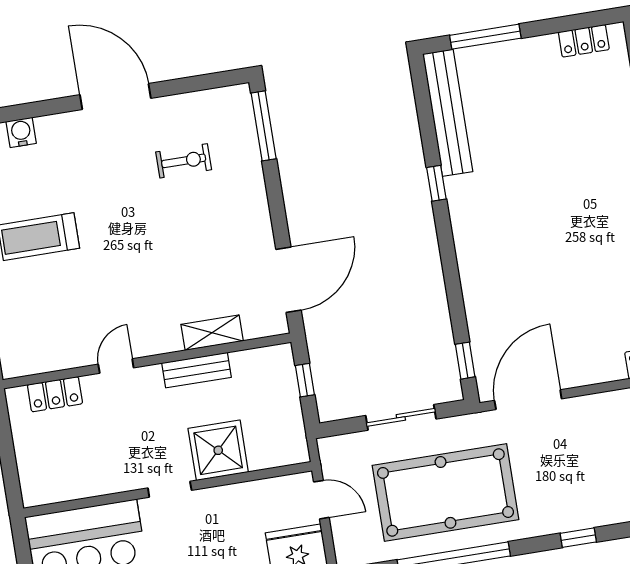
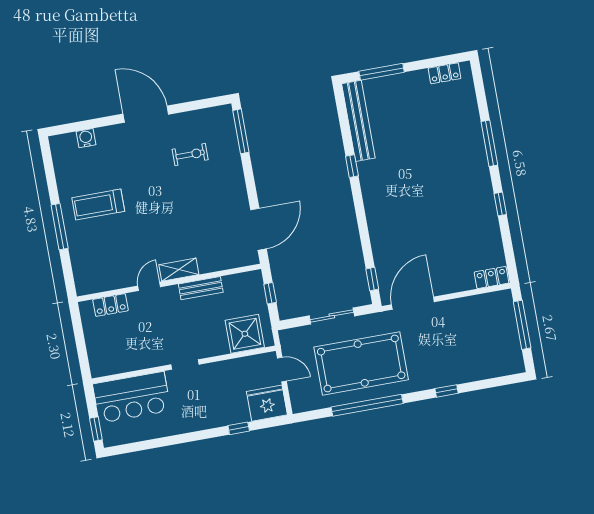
shelving: (212, 333) -> (179, 270), moved
shower: (218, 450) -> (245, 334), moved

